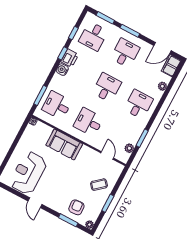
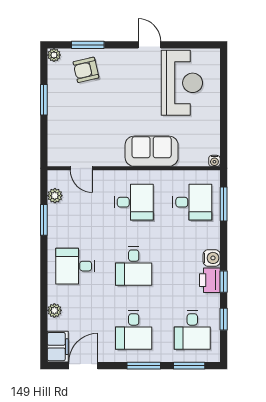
desk: (93, 36) -> (192, 330), turned 180
desk: (138, 104) -> (75, 266), turned 90
coffee table: (99, 185) -> (71, 120), removed
armchair: (76, 207) -> (86, 70), turned 81

